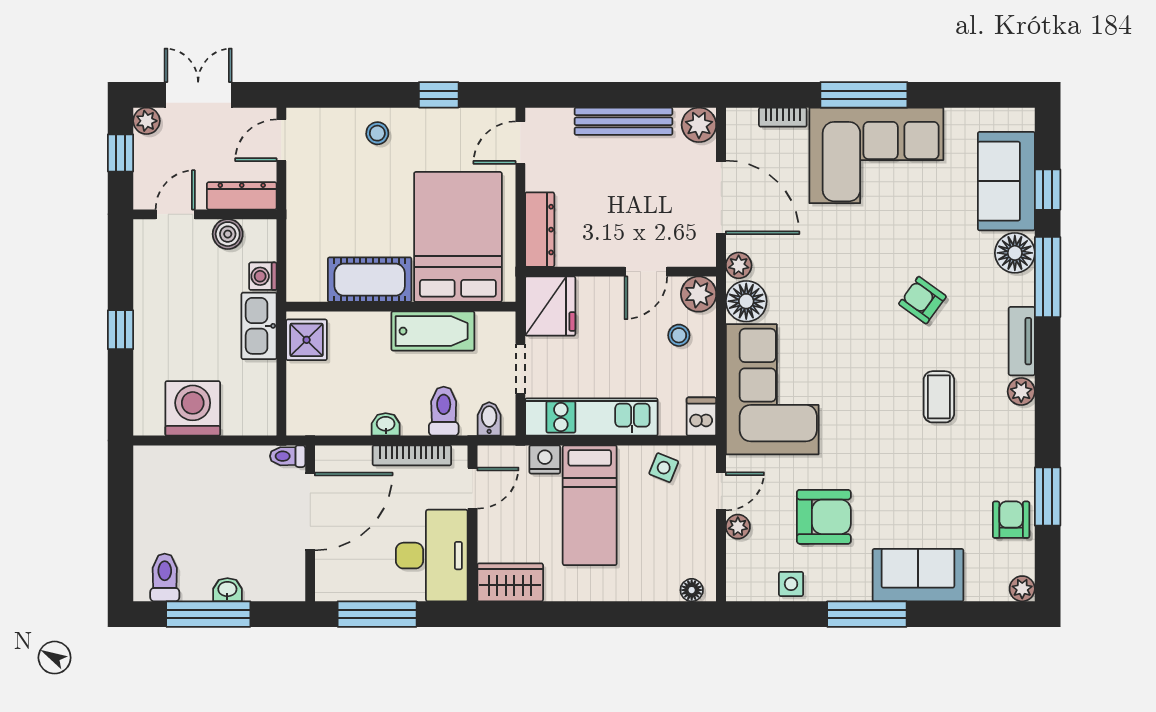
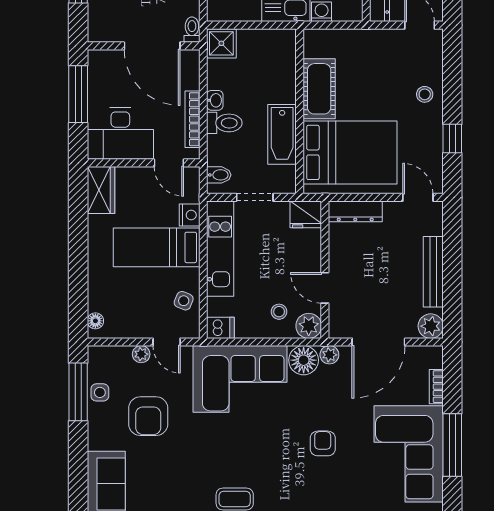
armchair: (922, 300) -> (323, 443), moved, turned -36
fridge: (550, 306) -> (306, 214), width x0.73, depth x0.75
shower: (307, 340) -> (221, 43), moved
toilet: (444, 411) -> (224, 123), moved
window: (867, 614) -> (78, 392), moved

